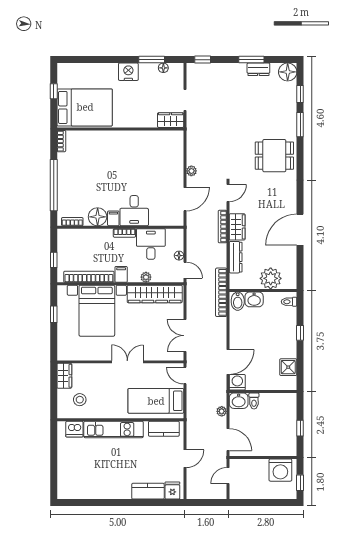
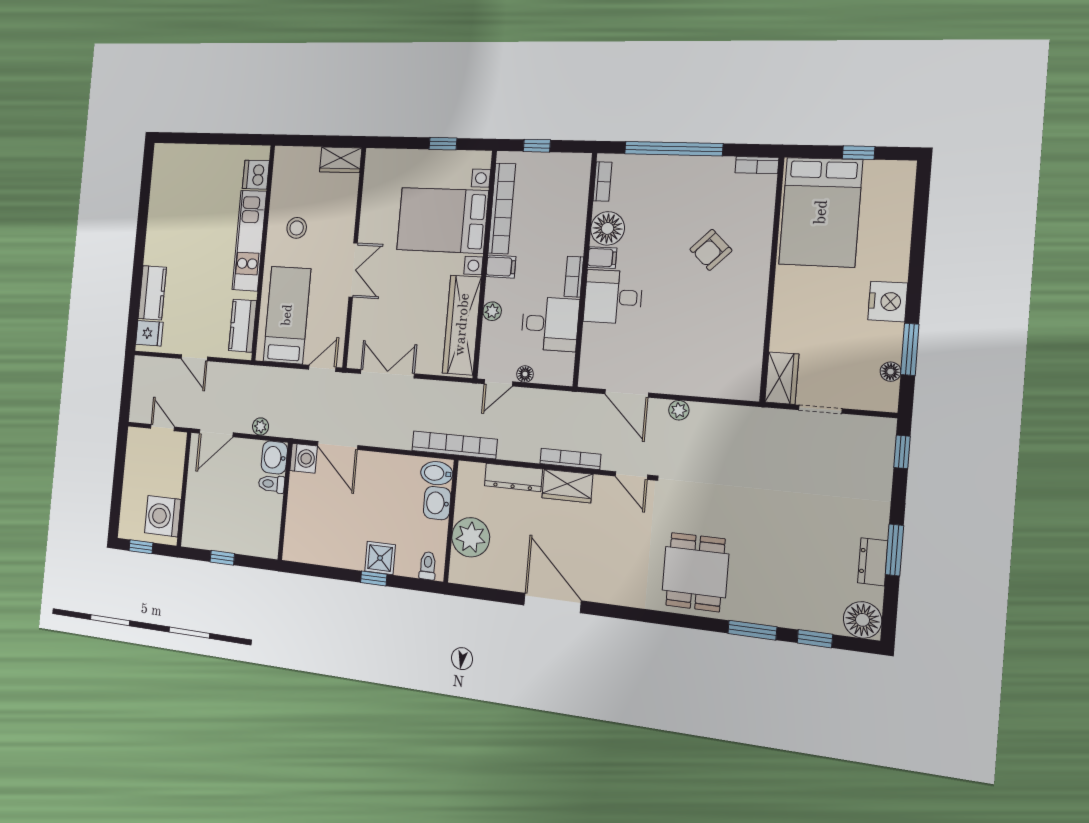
armchair: (107, 161) -> (711, 250), added
shower: (288, 367) -> (380, 558), moved
stool: (80, 400) -> (297, 228), moved

